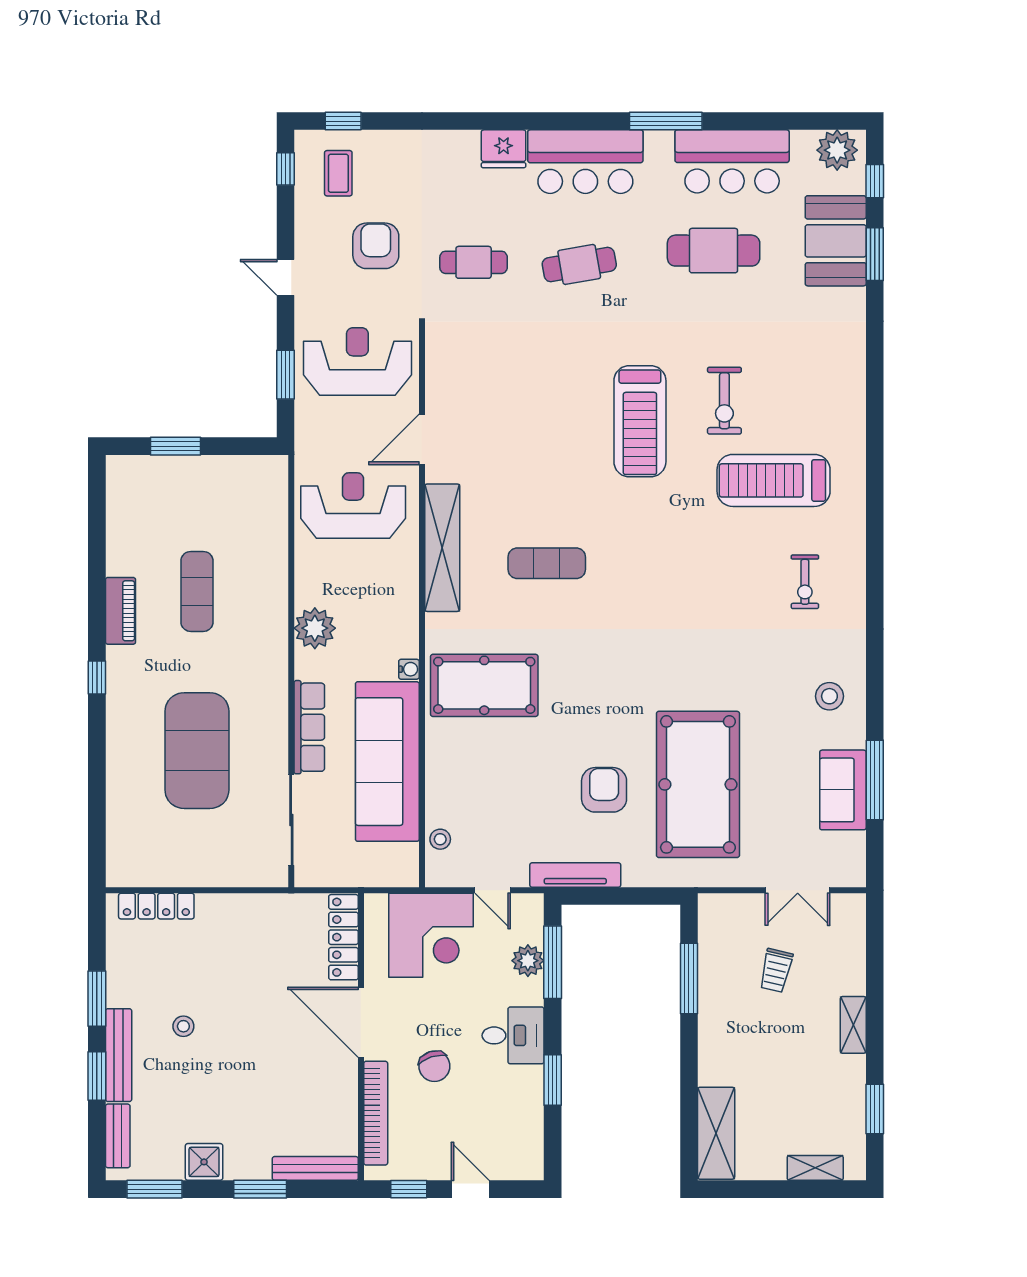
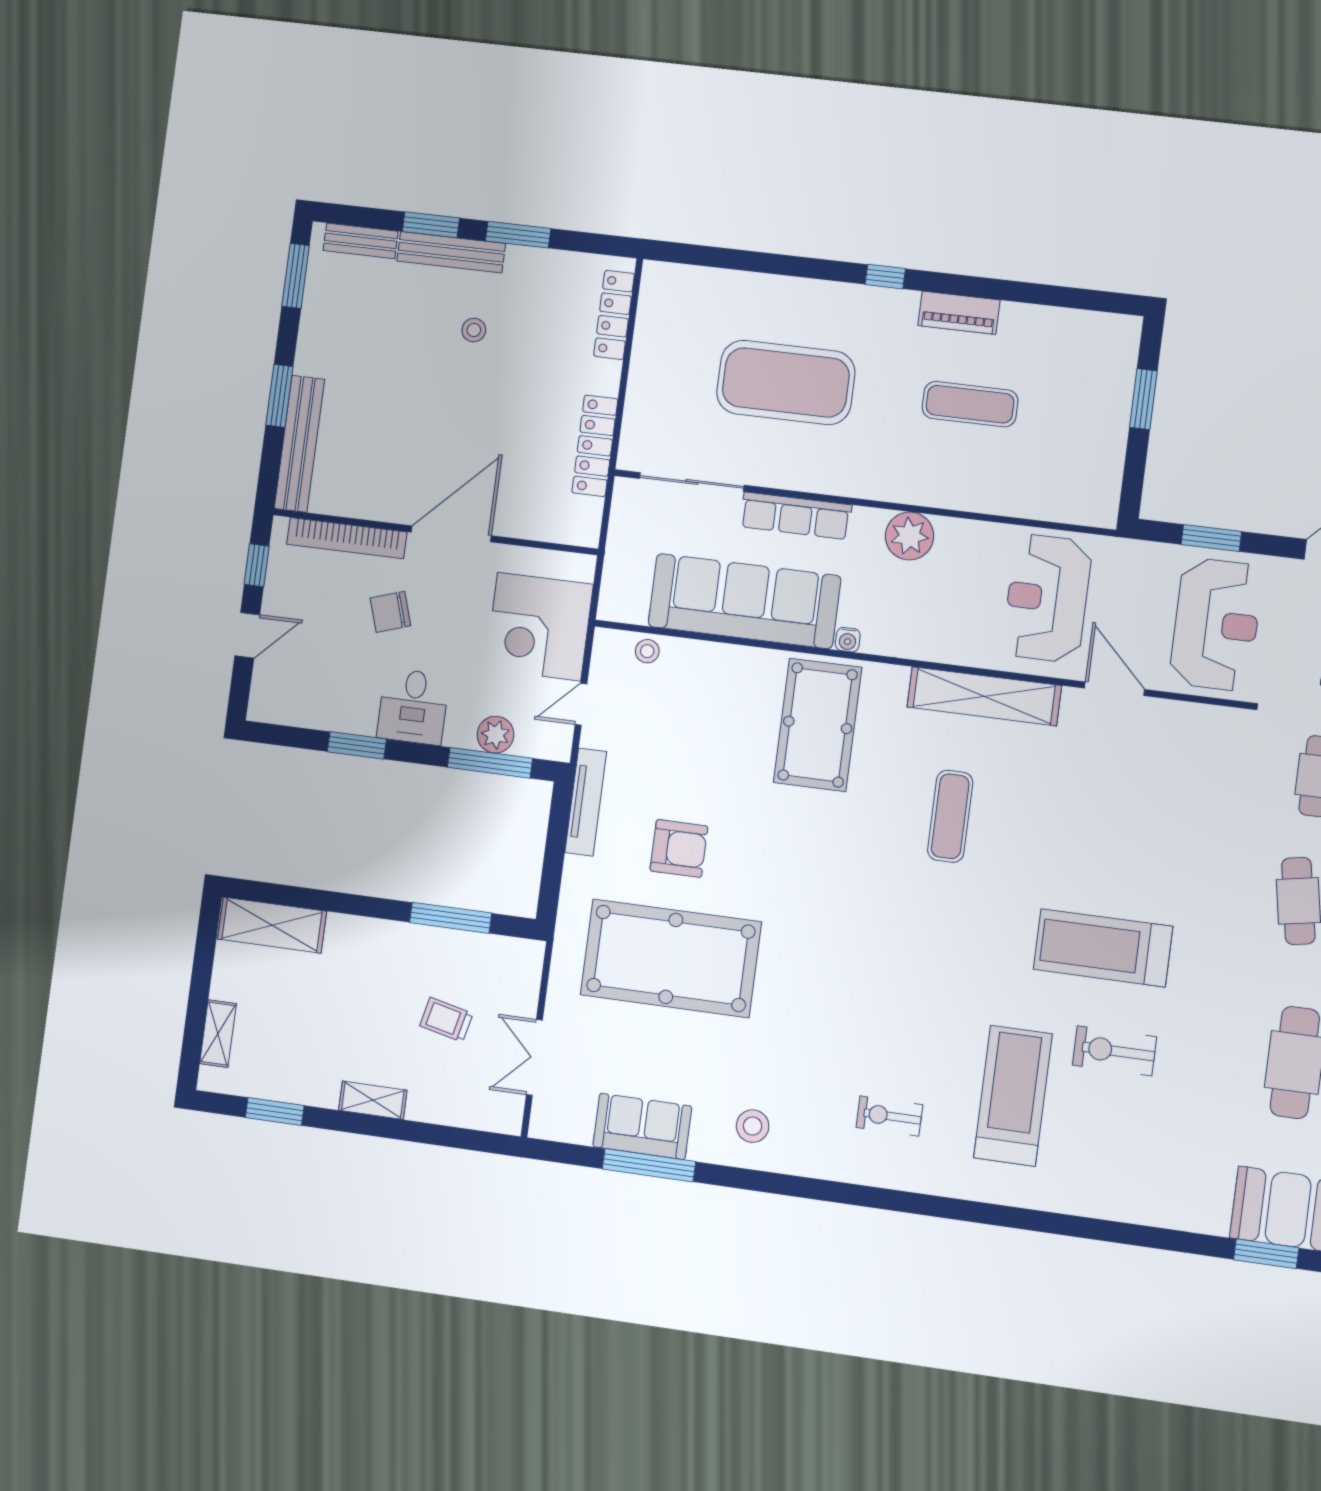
reception desk: (353, 506) -> (1047, 598), turned 180
locker: (343, 937) -> (595, 446), moved, turned -90
shower: (204, 1162) -> (318, 336), removed
bench: (315, 1168) -> (299, 444), width x1.37, depth x1.21

